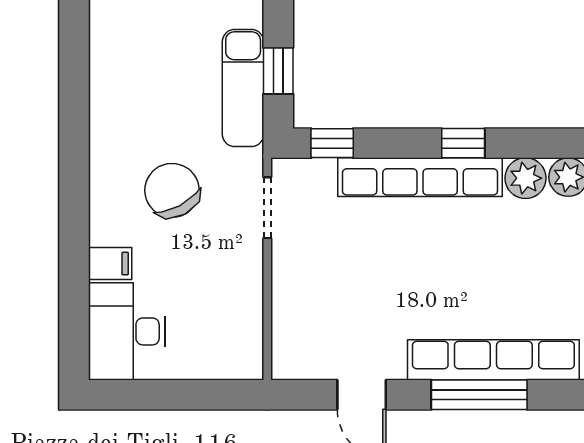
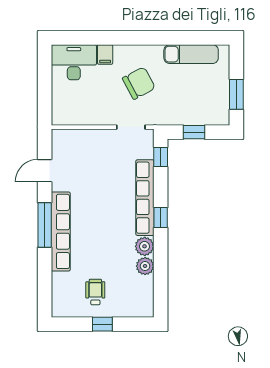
exam couch: (243, 88) -> (191, 54), moved, turned 180

